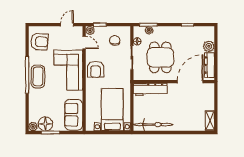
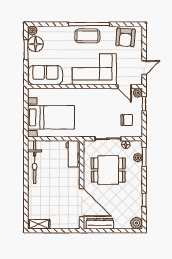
door: (67, 25) -> (144, 68), hinge flipped
door: (84, 42) -> (125, 87), hinge flipped
plant: (209, 46) -> (136, 223), moved
armchair: (96, 69) -> (95, 99), removed
workbench: (150, 90) -> (73, 154), width x0.73

